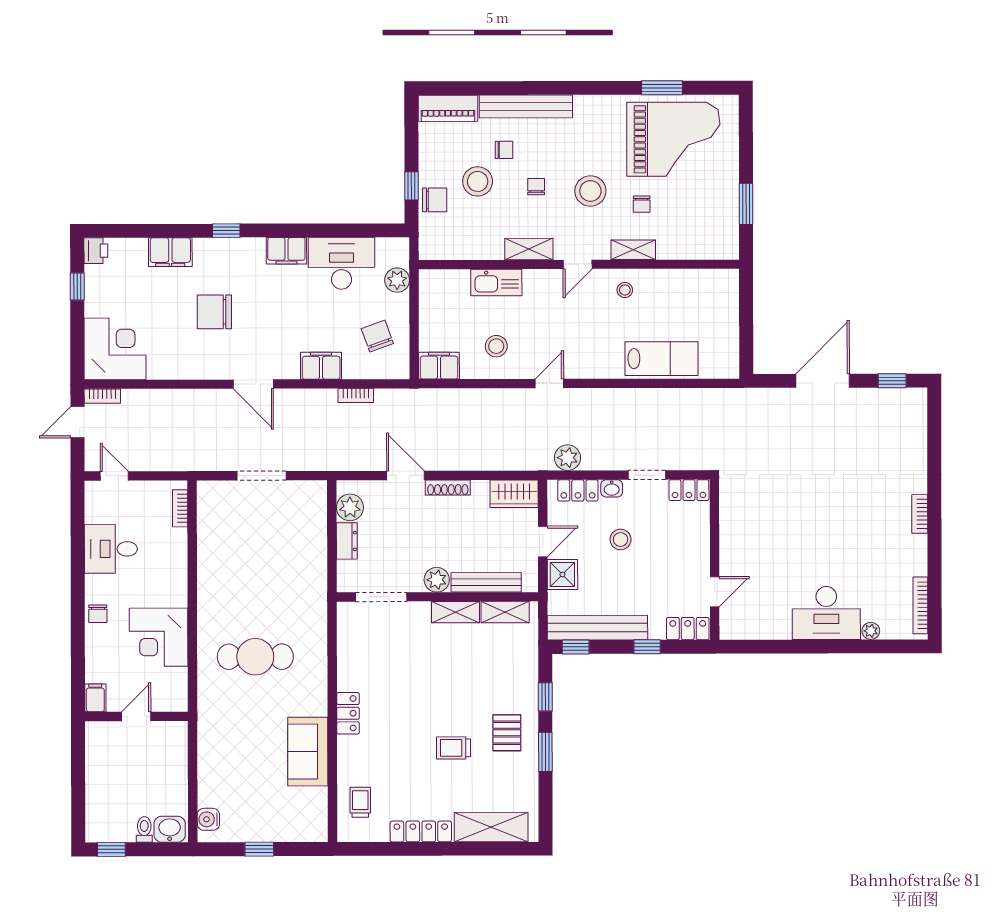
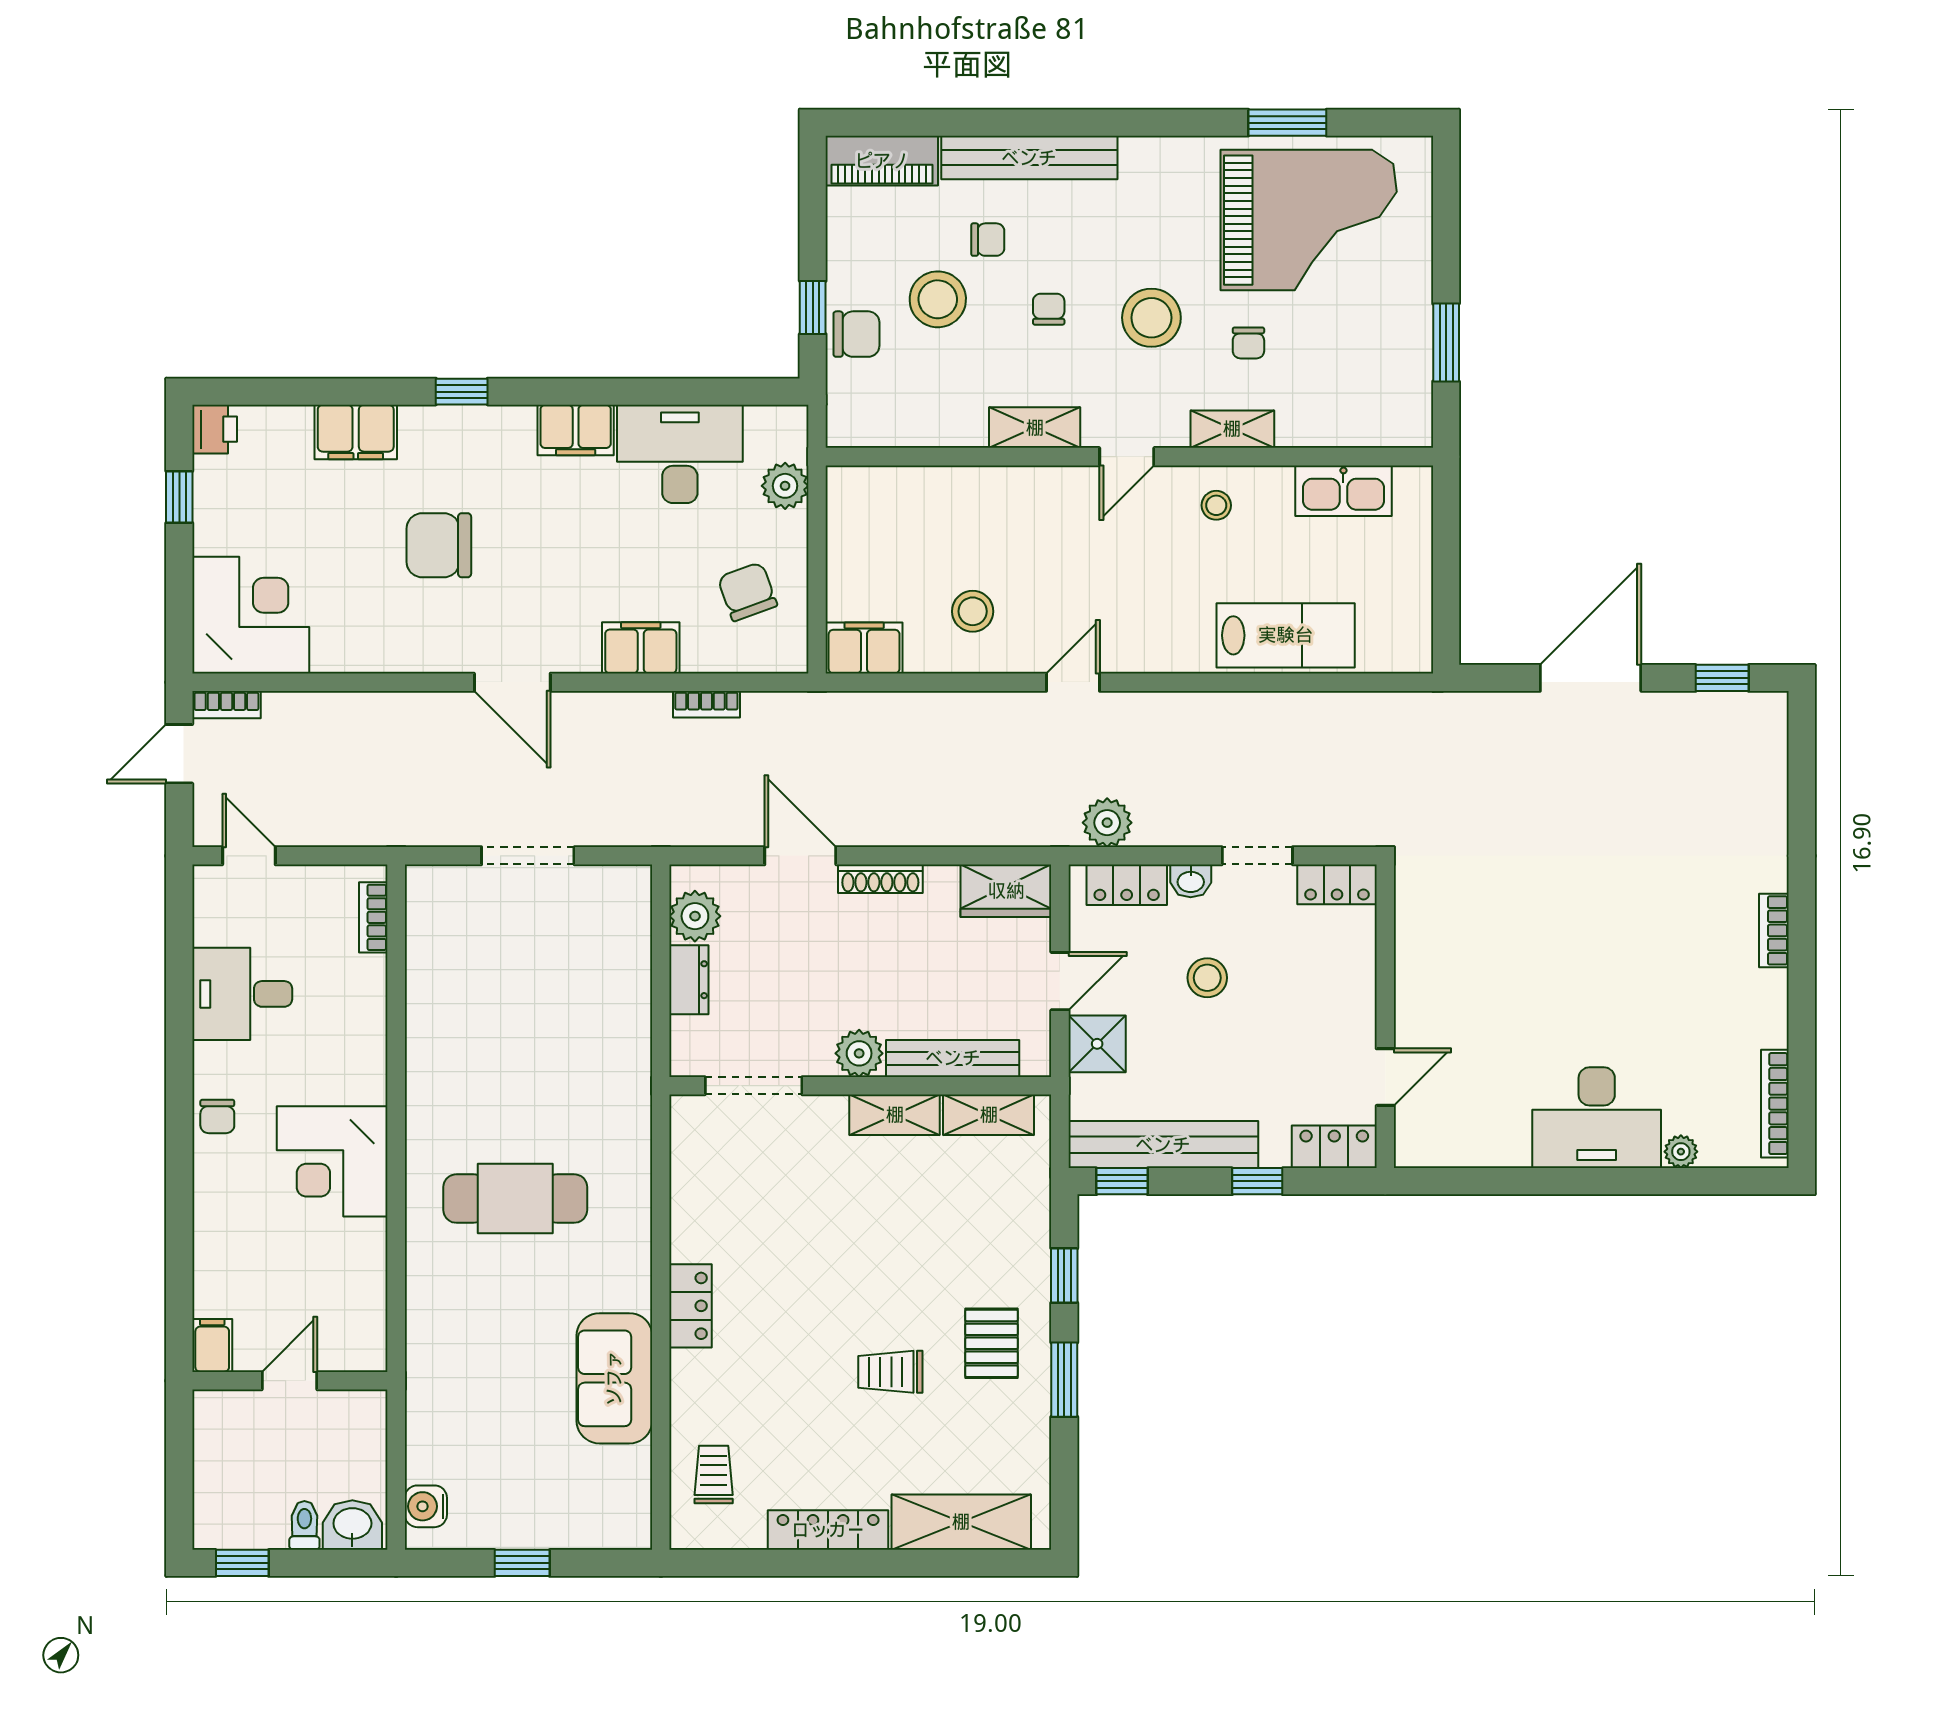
kitchen sink: (496, 282) -> (1343, 491), moved
filing cabinet: (95, 698) -> (212, 1345), moved
door: (136, 716) -> (289, 1381), moved
wall: (136, 716) -> (290, 1381), moved

